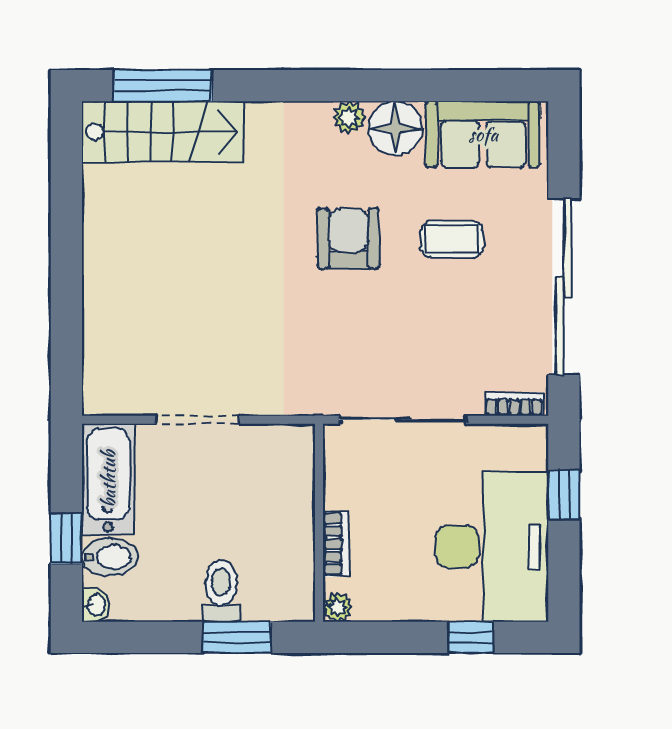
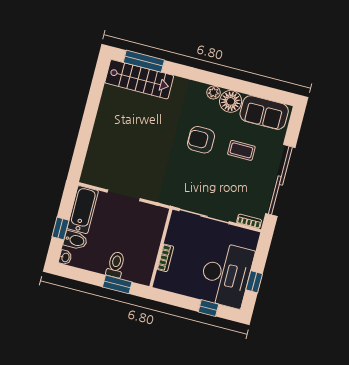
armchair: (348, 239) -> (201, 140), turned -90
window: (564, 495) -> (254, 282), moved
plant: (338, 607) -> (160, 283), removed

